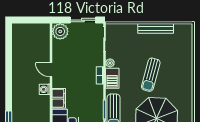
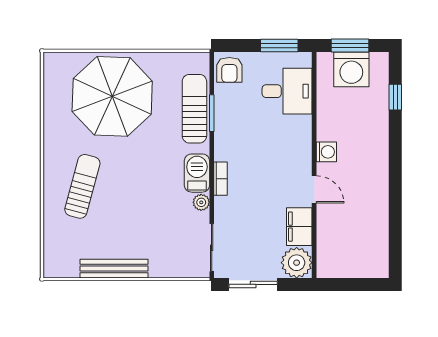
sun lounger: (151, 75) -> (82, 186), moved
filing cabinet: (59, 98) -> (299, 227), moved

